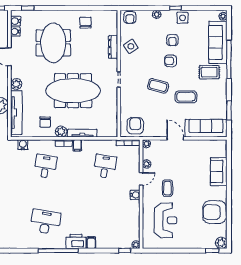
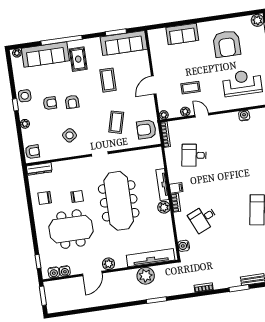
side table: (131, 46) -> (70, 135), moved
dresser: (113, 47) -> (39, 169), moved
plant: (16, 84) -> (108, 264), moved
coffee table: (158, 86) -> (116, 122), moved
chair: (45, 122) -> (77, 197), moved
sofa: (206, 128) -> (124, 43), moved, turned -90
desk: (45, 166) -> (203, 218), turned -33
coffee table: (167, 188) -> (191, 88), moved
water cooler: (135, 195) -> (244, 116), moved
armchair: (214, 212) -> (227, 44), moved

